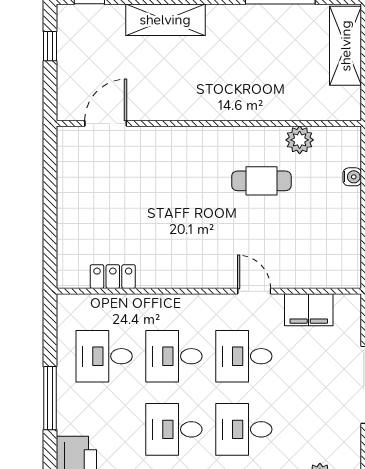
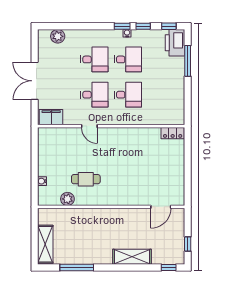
locker: (113, 277) -> (173, 133), moved
filing cabinet: (309, 310) -> (51, 117), moved
desk: (104, 356) -> (162, 95), removed
window: (50, 398) -> (188, 61), moved

